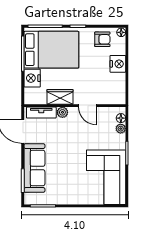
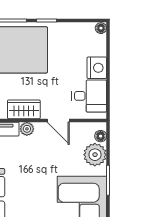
armchair: (102, 39) -> (77, 37), removed
desk: (112, 86) -> (89, 96), added
plant: (121, 129) -> (95, 155), width x1.87, depth x1.87

